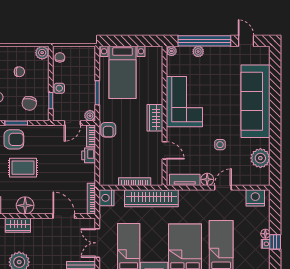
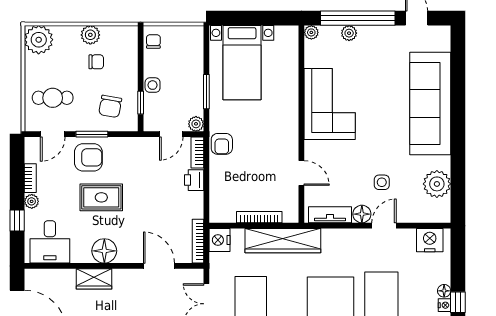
plant: (42, 53) -> (90, 35), moved
wardrobe: (155, 118) -> (288, 127), removed
side table: (220, 145) -> (382, 182), moved

